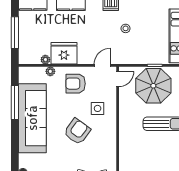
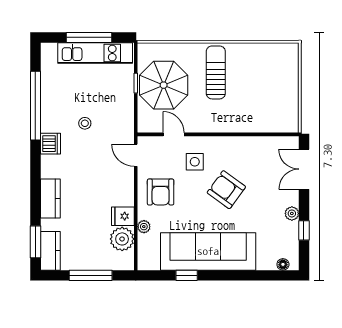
fridge: (64, 53) -> (123, 216), width x0.53, depth x0.75
plant: (45, 60) -> (122, 239), width x1.87, depth x1.87
door: (118, 79) -> (174, 134), moved
window: (15, 103) -> (187, 275), width x0.46

